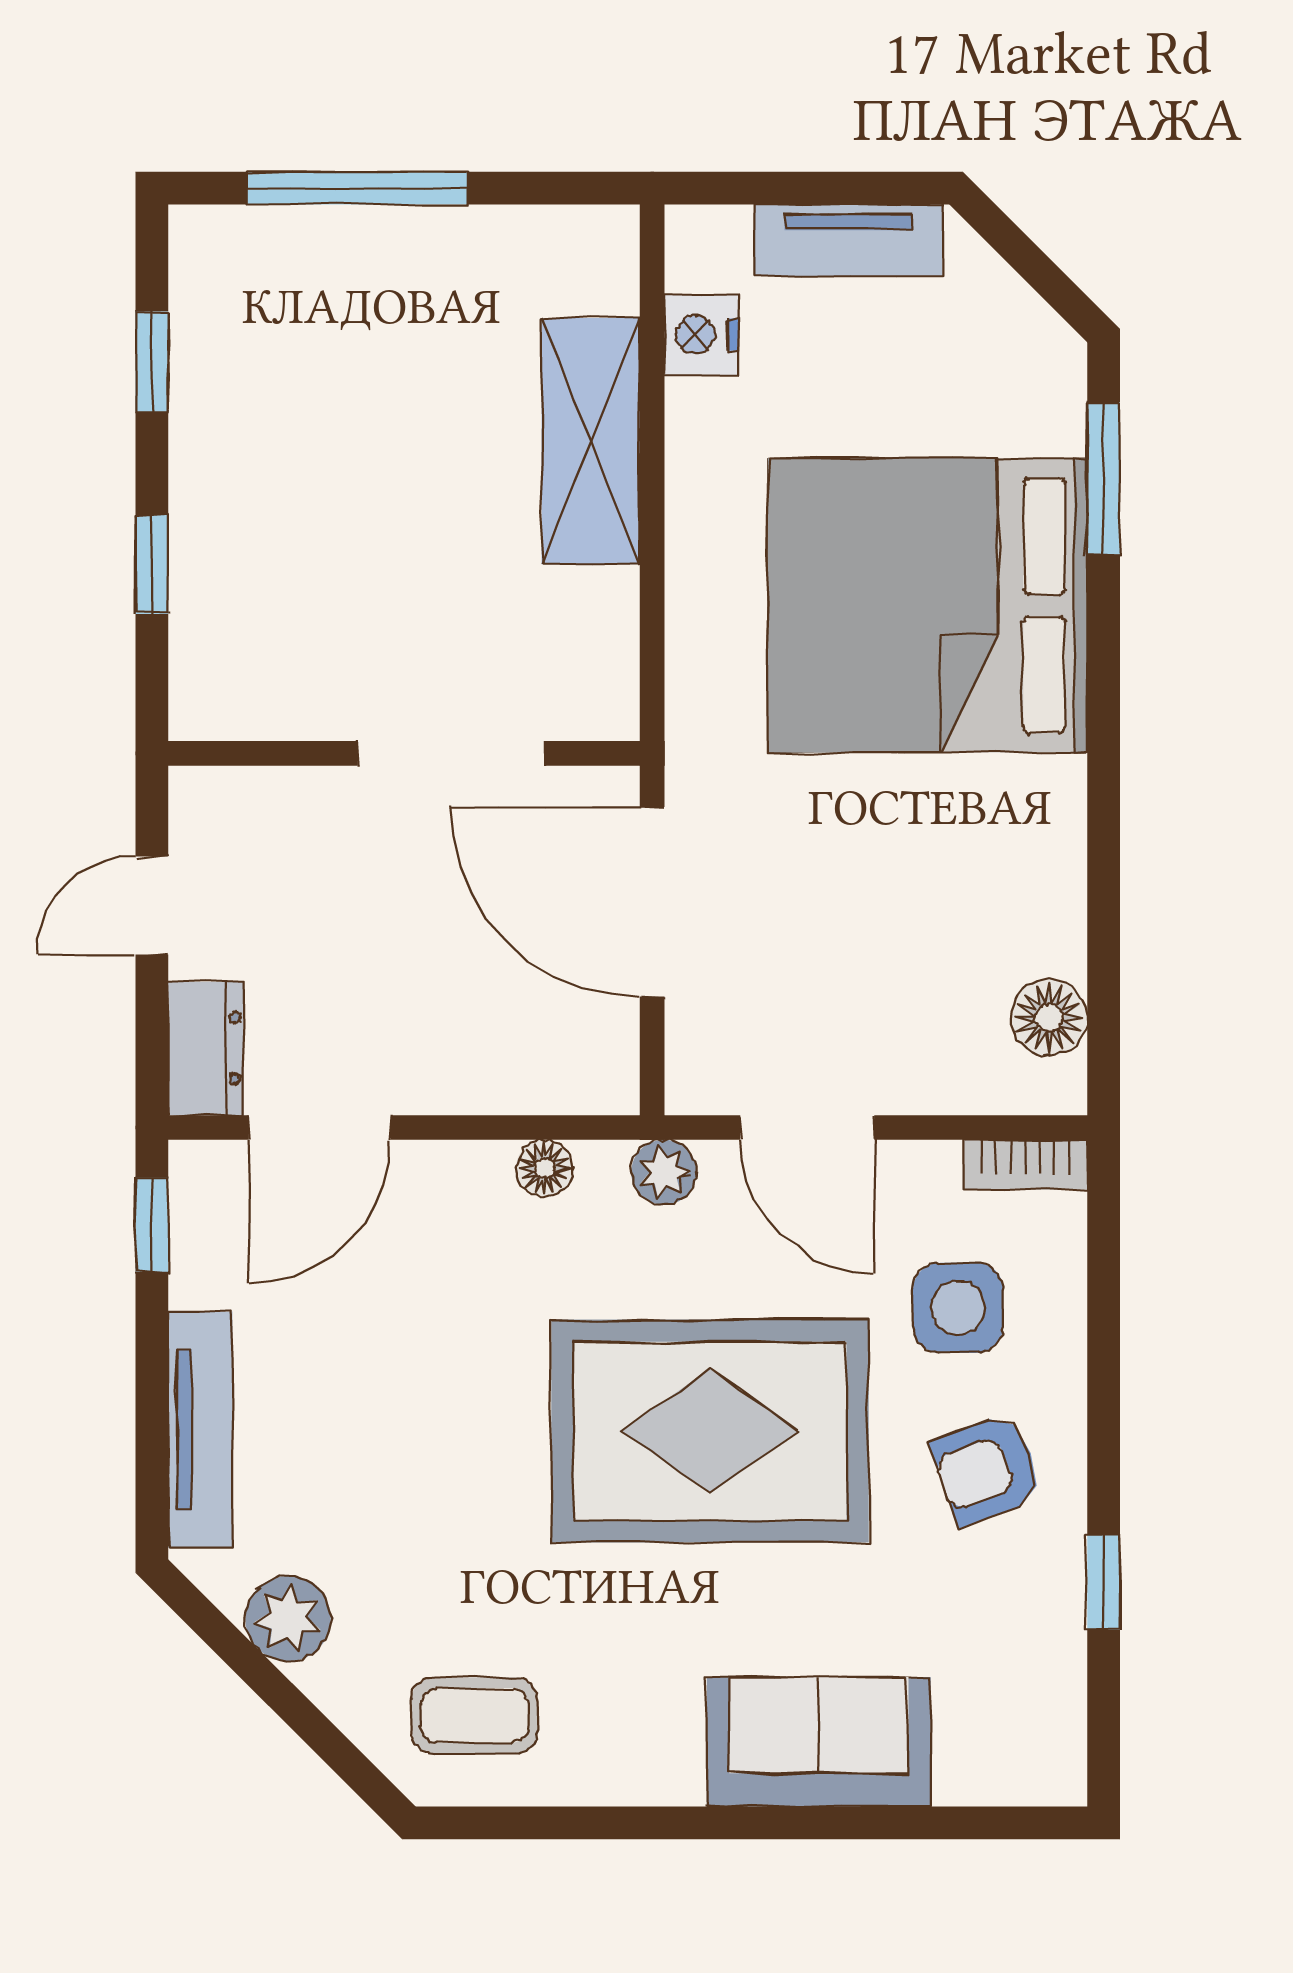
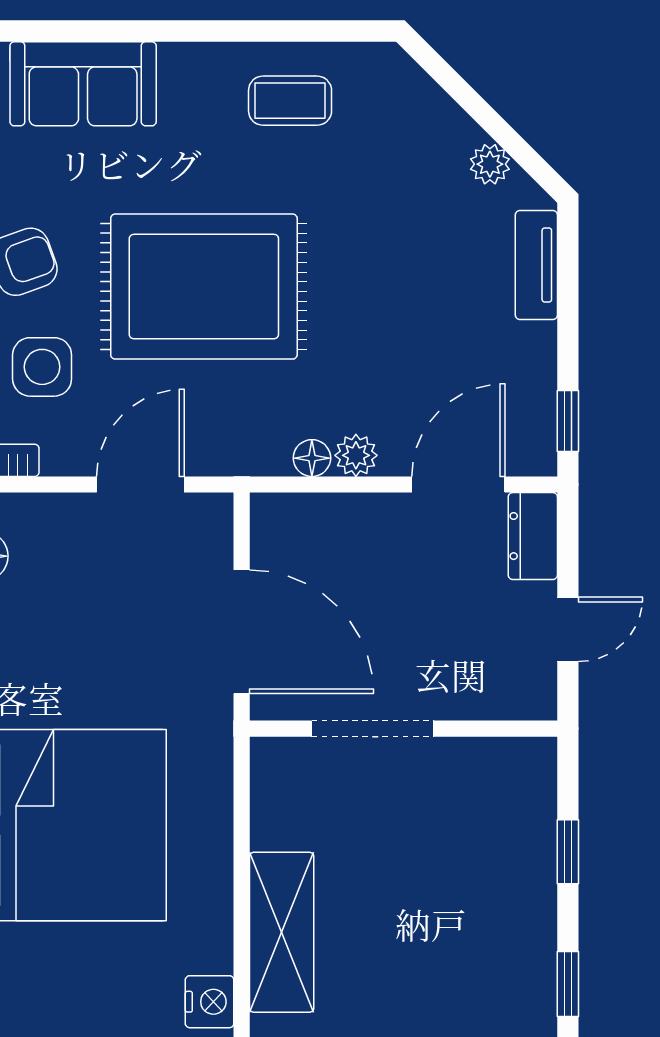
door: (807, 1128) -> (140, 485), hinge flipped
plant: (664, 1172) -> (356, 455), moved
tv unit: (200, 1430) -> (536, 265), width x0.71
plant: (288, 1619) -> (490, 164), width x0.73, depth x0.73
coffee table: (475, 1715) -> (290, 101), moved
sofa: (819, 1742) -> (83, 84), moved

